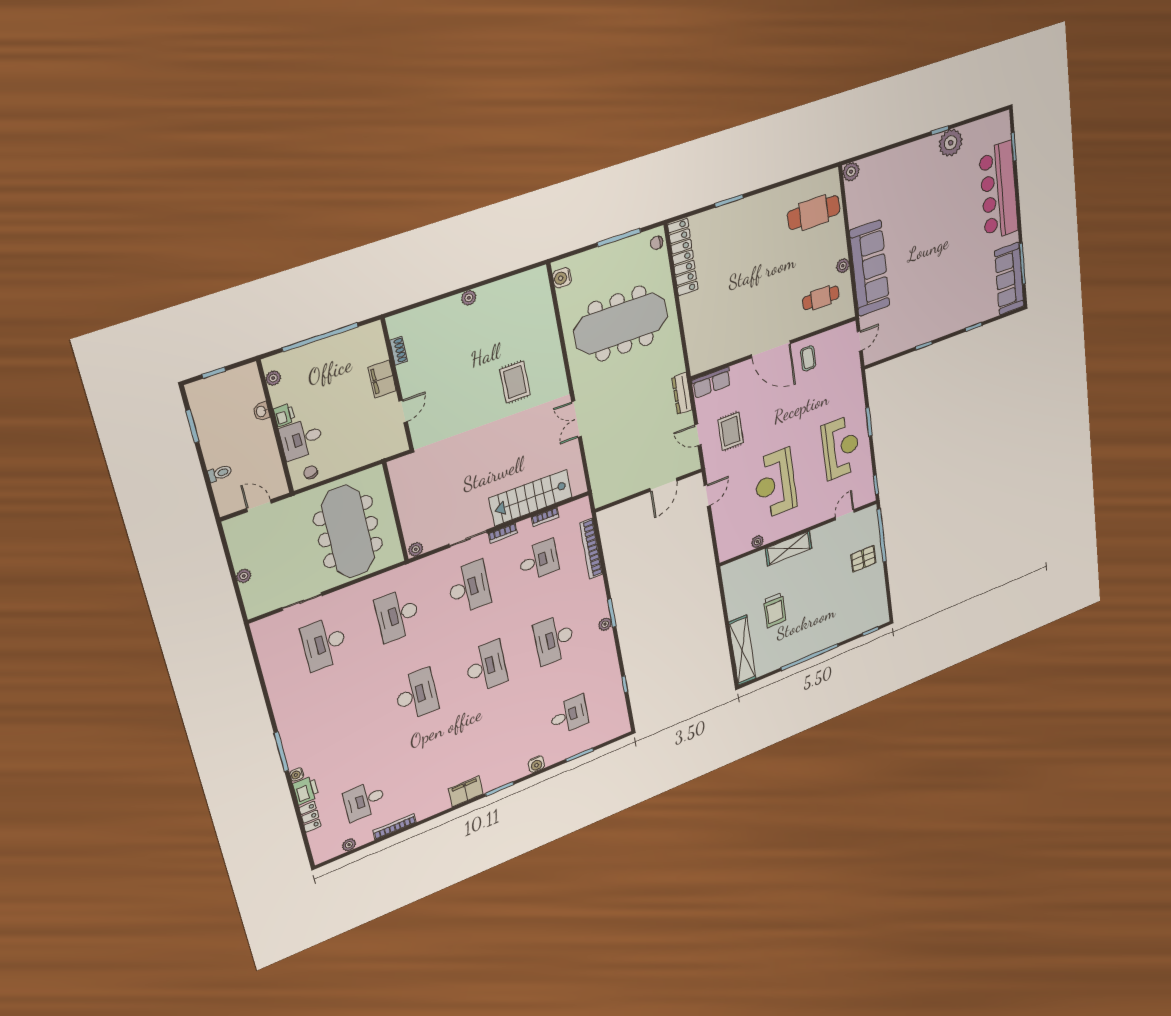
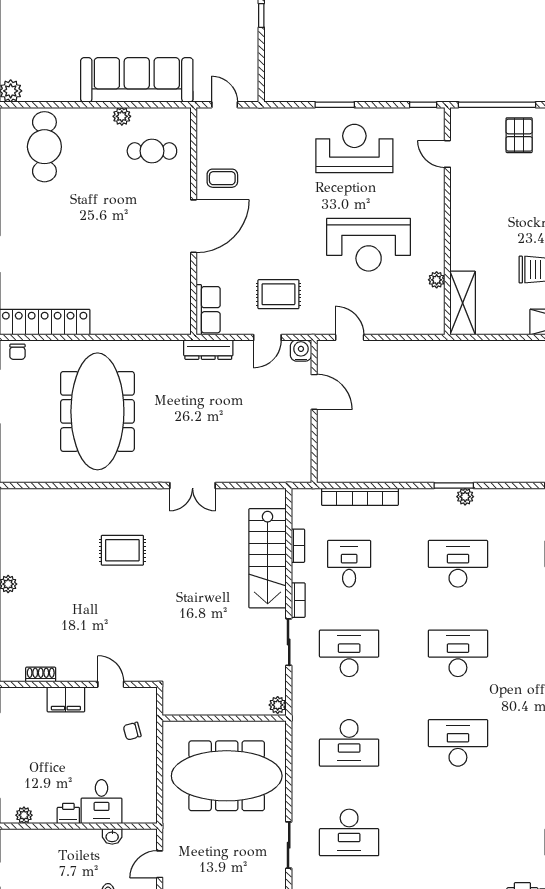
water cooler: (562, 278) -> (301, 351), moved, turned 180
cafe table: (821, 298) -> (152, 151), turned 90
washbasin: (261, 411) -> (112, 836), moved
chair: (311, 472) -> (132, 731), moved
shelving: (789, 548) -> (463, 303), moved
desk: (554, 639) -> (458, 564), turned 180

